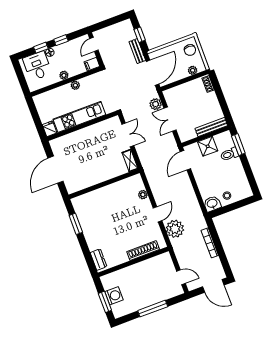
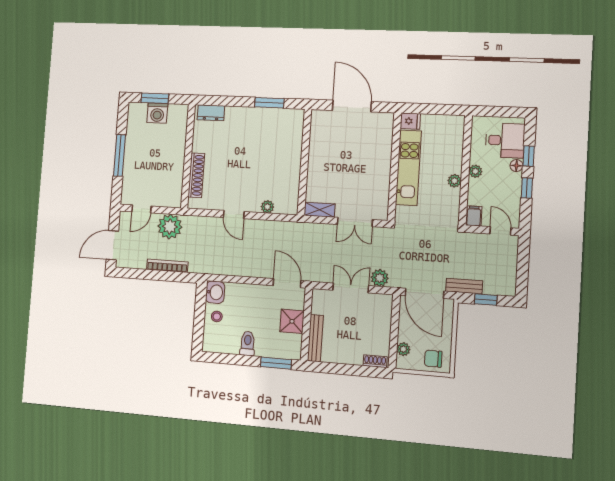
toilet: (229, 154) -> (248, 343), moved
plant: (175, 229) -> (170, 227), moved

